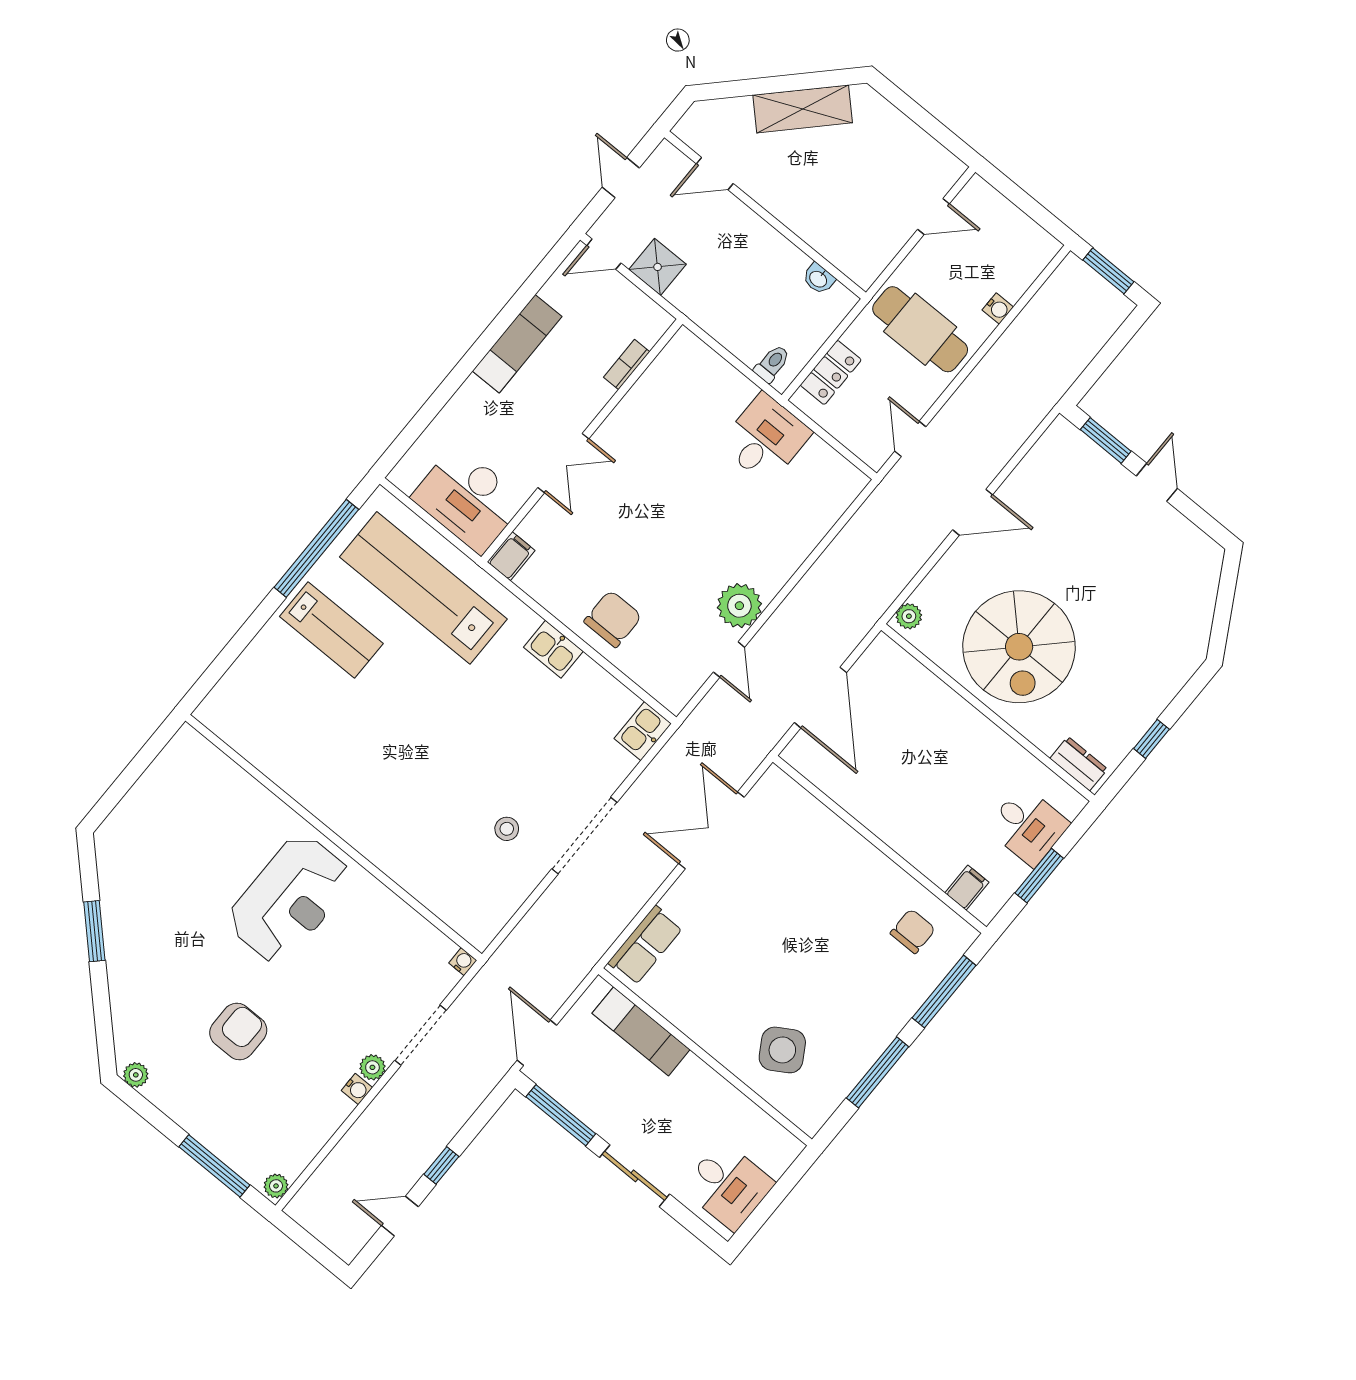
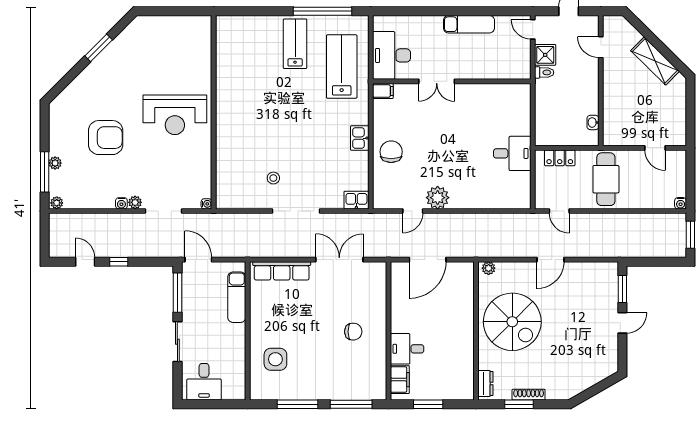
water cooler: (998, 309) -> (681, 203), moved
toilet: (772, 364) -> (544, 72), moved
bookcase: (627, 365) -> (496, 74), removed
door: (910, 439) -> (559, 211), swing flipped
door: (973, 512) -> (551, 260), hinge flipped
lab bench: (423, 588) -> (342, 67), width x0.73
chair: (613, 619) -> (391, 152), turned -90
lab bench: (331, 630) -> (295, 44), turned 180
spiral stairs: (1019, 647) -> (512, 322), turned -90
shoe rack: (1149, 712) -> (529, 395), added
window: (1151, 739) -> (519, 404), width x1.50
desk: (1028, 826) -> (407, 349), moved, turned 90
filing cabinet: (967, 888) -> (400, 380), width x2.00
chair: (913, 931) -> (353, 332), moved
row of seats: (645, 945) -> (282, 271), width x1.48
armchair: (238, 1031) -> (106, 138), width x1.36, depth x1.36
door: (537, 1043) -> (198, 260), hinge flipped
side table: (782, 1050) -> (275, 359), turned 31
plant: (136, 1075) -> (55, 163), moved

